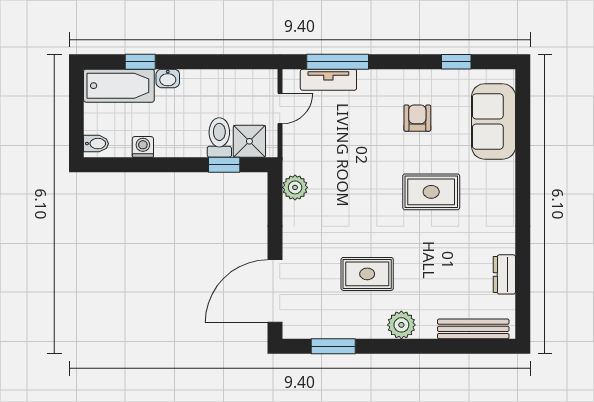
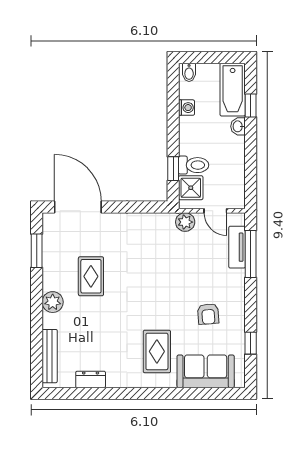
armchair: (417, 118) -> (208, 314), turned 86
plant: (295, 187) -> (185, 222), moved
rug: (431, 192) -> (157, 351), moved

